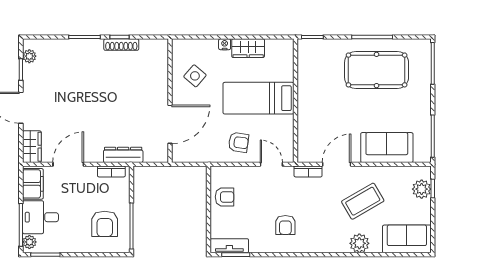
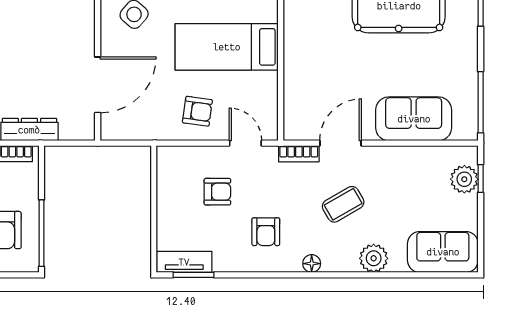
armchair: (225, 197) -> (217, 192), moved
coffee table: (363, 201) -> (343, 204), moved, width x0.73, depth x0.77
floor lamp: (317, 247) -> (312, 264), added

